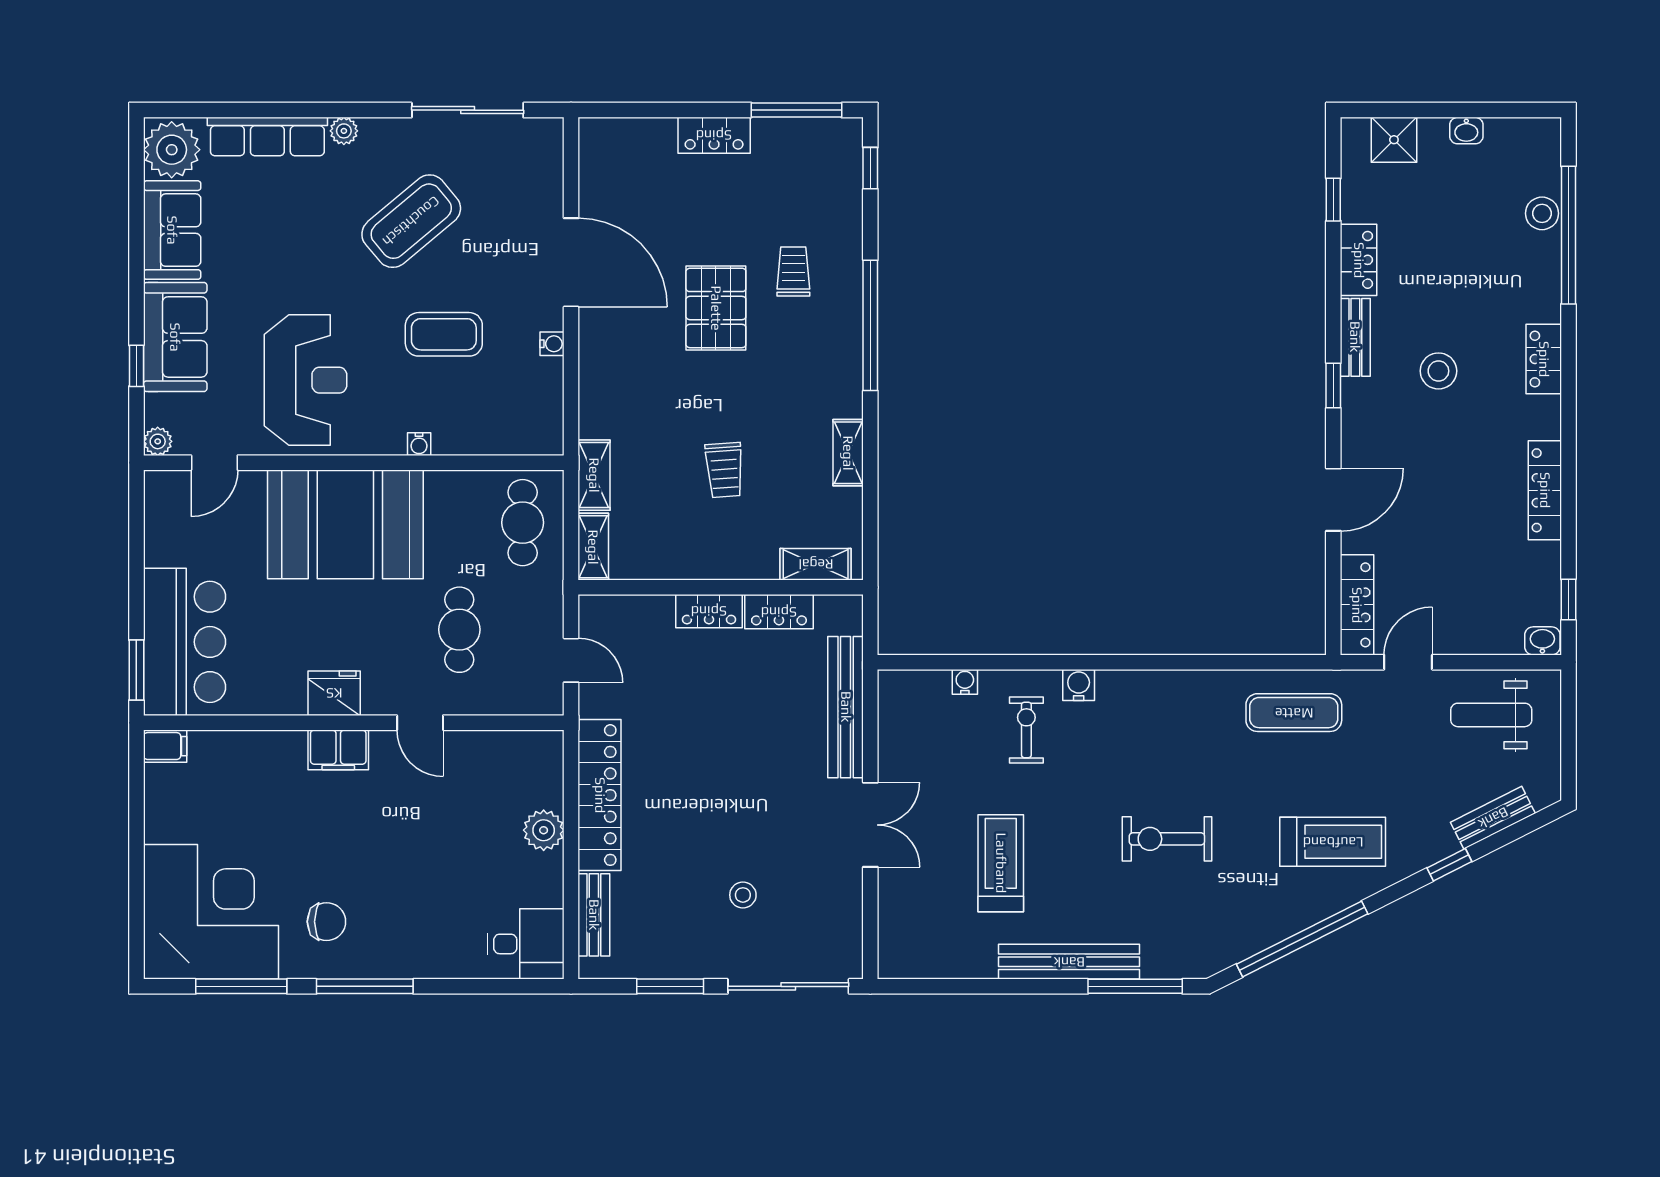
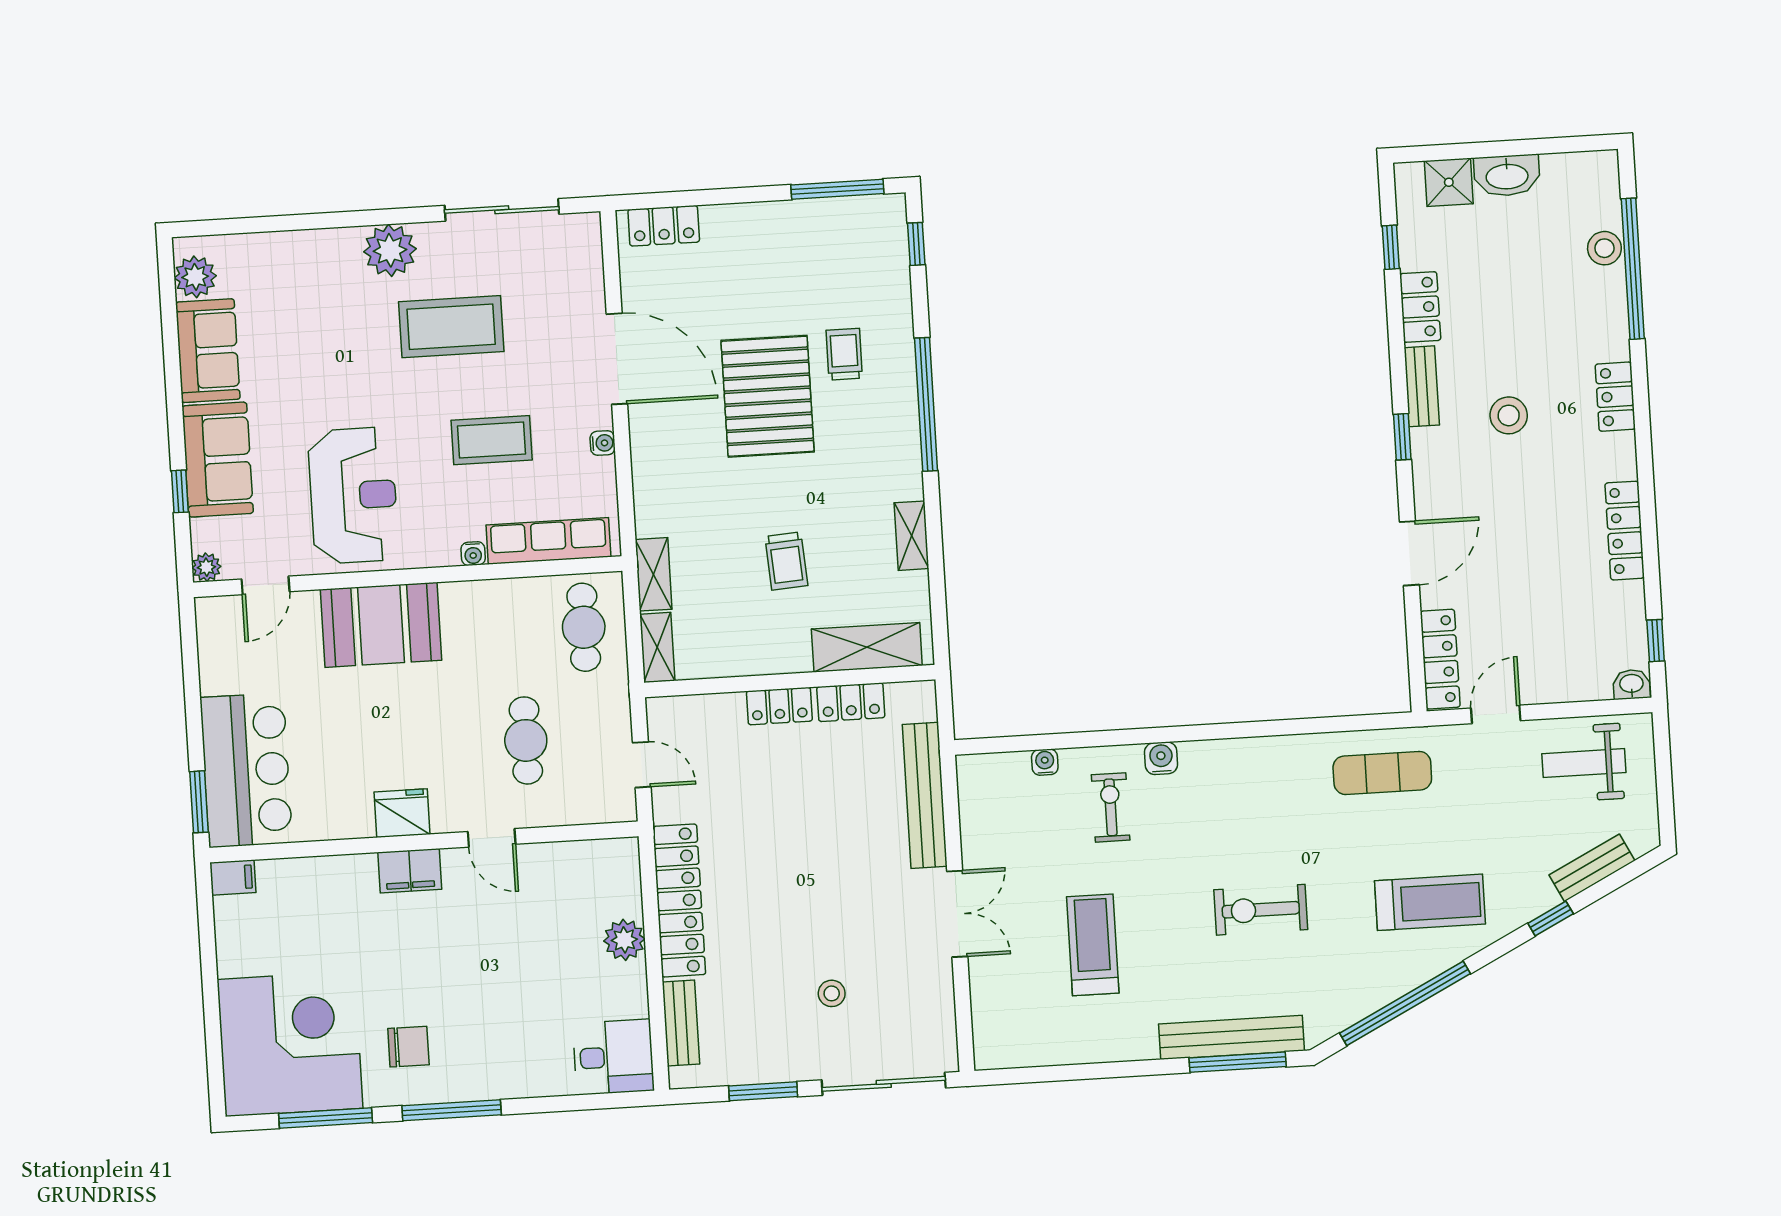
plant: (344, 131) -> (390, 250), width x1.88, depth x1.88
washbasin: (1466, 131) -> (1507, 175), width x1.91, depth x1.45
locker: (714, 135) -> (664, 226), moved
row of seats: (267, 137) -> (548, 541), moved, turned 180
plant: (172, 150) -> (195, 277), width x0.73, depth x0.73
coffee table: (411, 221) -> (451, 327), turned 40
pallet: (716, 308) -> (768, 396), width x1.37, depth x1.41
booth: (345, 524) -> (381, 625), width x0.73, depth x0.70
shelving: (816, 564) -> (867, 647), width x1.50, depth x1.33
bench: (1069, 962) -> (1231, 1037), moved

